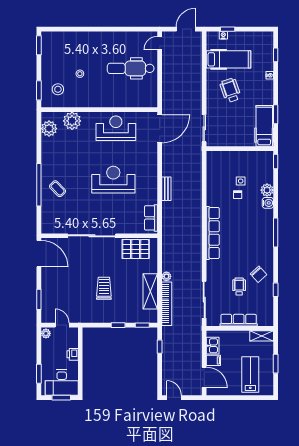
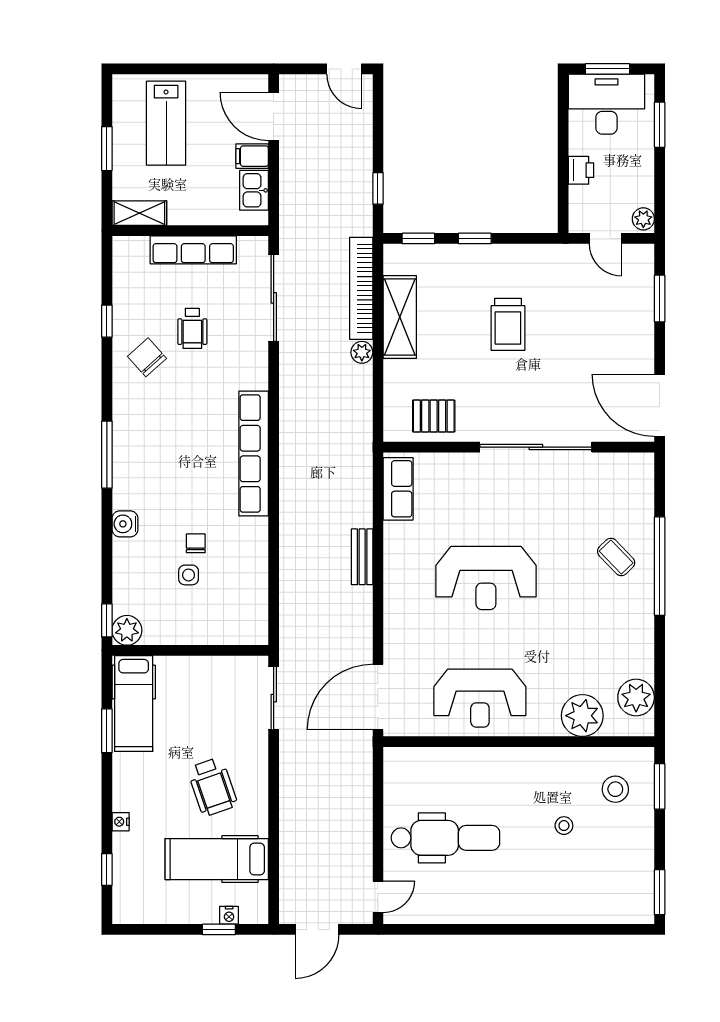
plant: (267, 190) -> (127, 630), moved
pallet: (136, 249) -> (434, 416), width x0.67, depth x0.71

